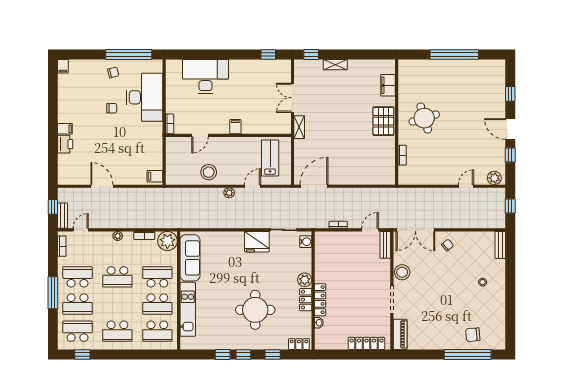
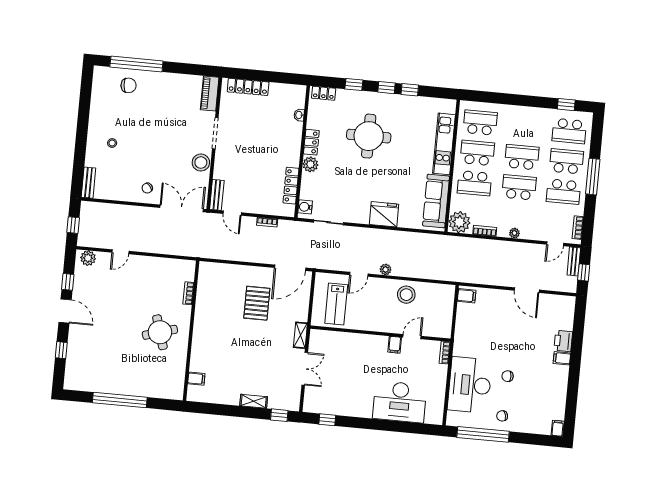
filing cabinet: (388, 85) -> (196, 379), width x0.50
pallet: (383, 121) -> (257, 303), moved
filing cabinet: (235, 127) -> (395, 345), moved
door: (370, 230) -> (232, 213), hinge flipped
fridge: (257, 242) -> (384, 214), moved
locker: (320, 300) -> (291, 186), moved
school desk: (117, 331) -> (522, 157), moved

